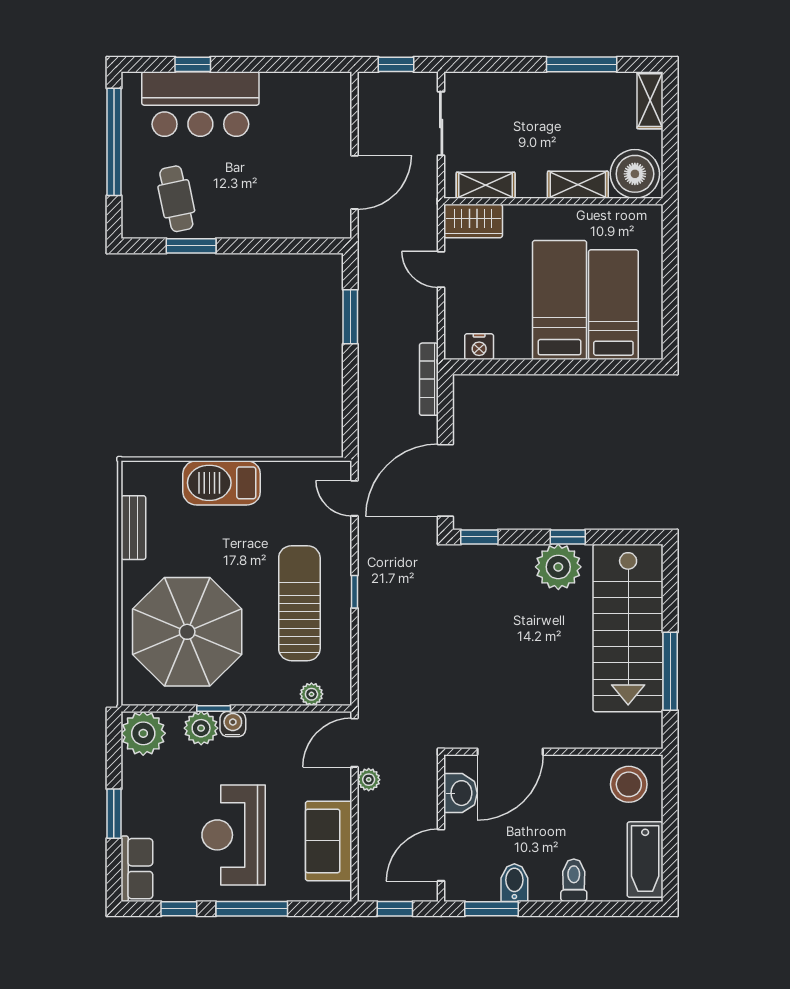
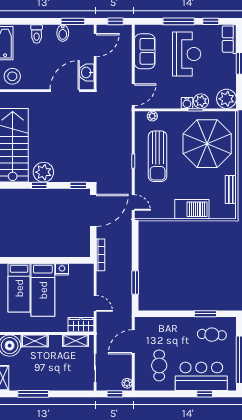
cafe table: (296, 129) -> (159, 365), added
cafe table: (176, 199) -> (212, 335), turned -74
nightstand: (479, 347) -> (62, 269), moved
plant: (369, 780) -> (127, 383), moved

